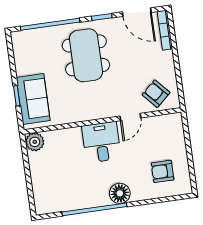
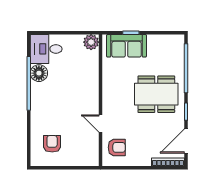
armchair: (156, 94) -> (117, 147), turned 42
desk: (101, 142) -> (46, 49), moved, turned 180
floor lamp: (120, 193) -> (39, 73), moved

